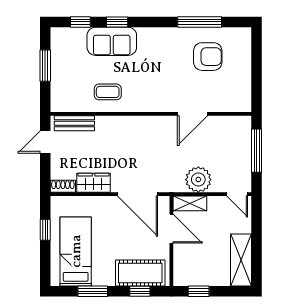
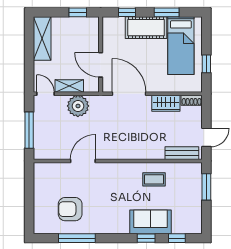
window: (45, 66) -> (206, 187), moved
shelving: (190, 203) -> (69, 86), moved
cot: (140, 273) -> (146, 28), moved

